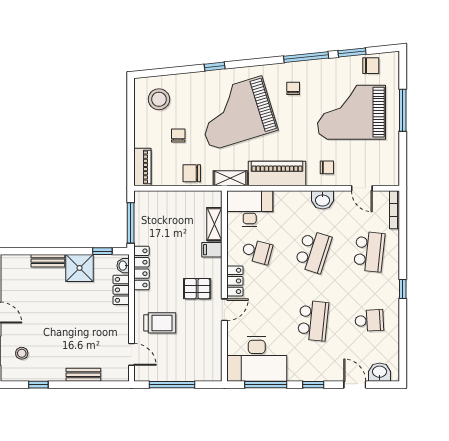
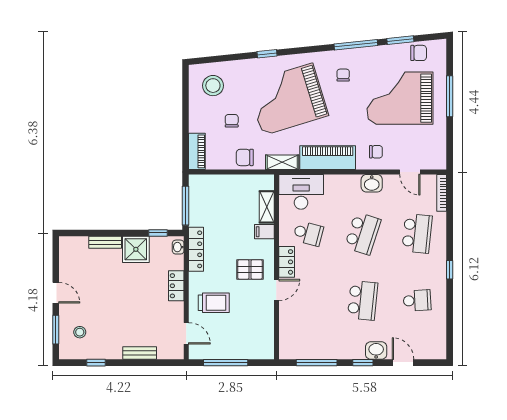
locker: (121, 290) -> (176, 286), moved
desk: (257, 359) -> (308, 338), removed
washbasin: (380, 372) -> (376, 351), moved

